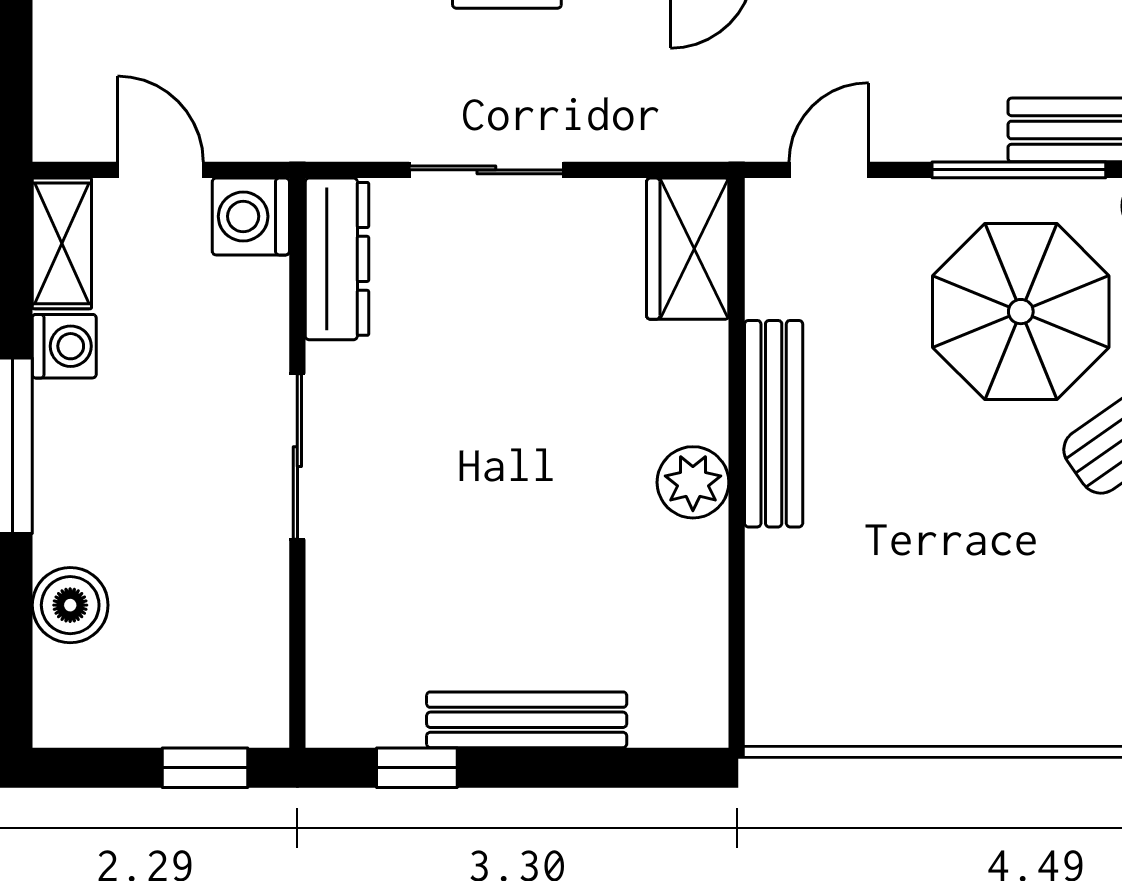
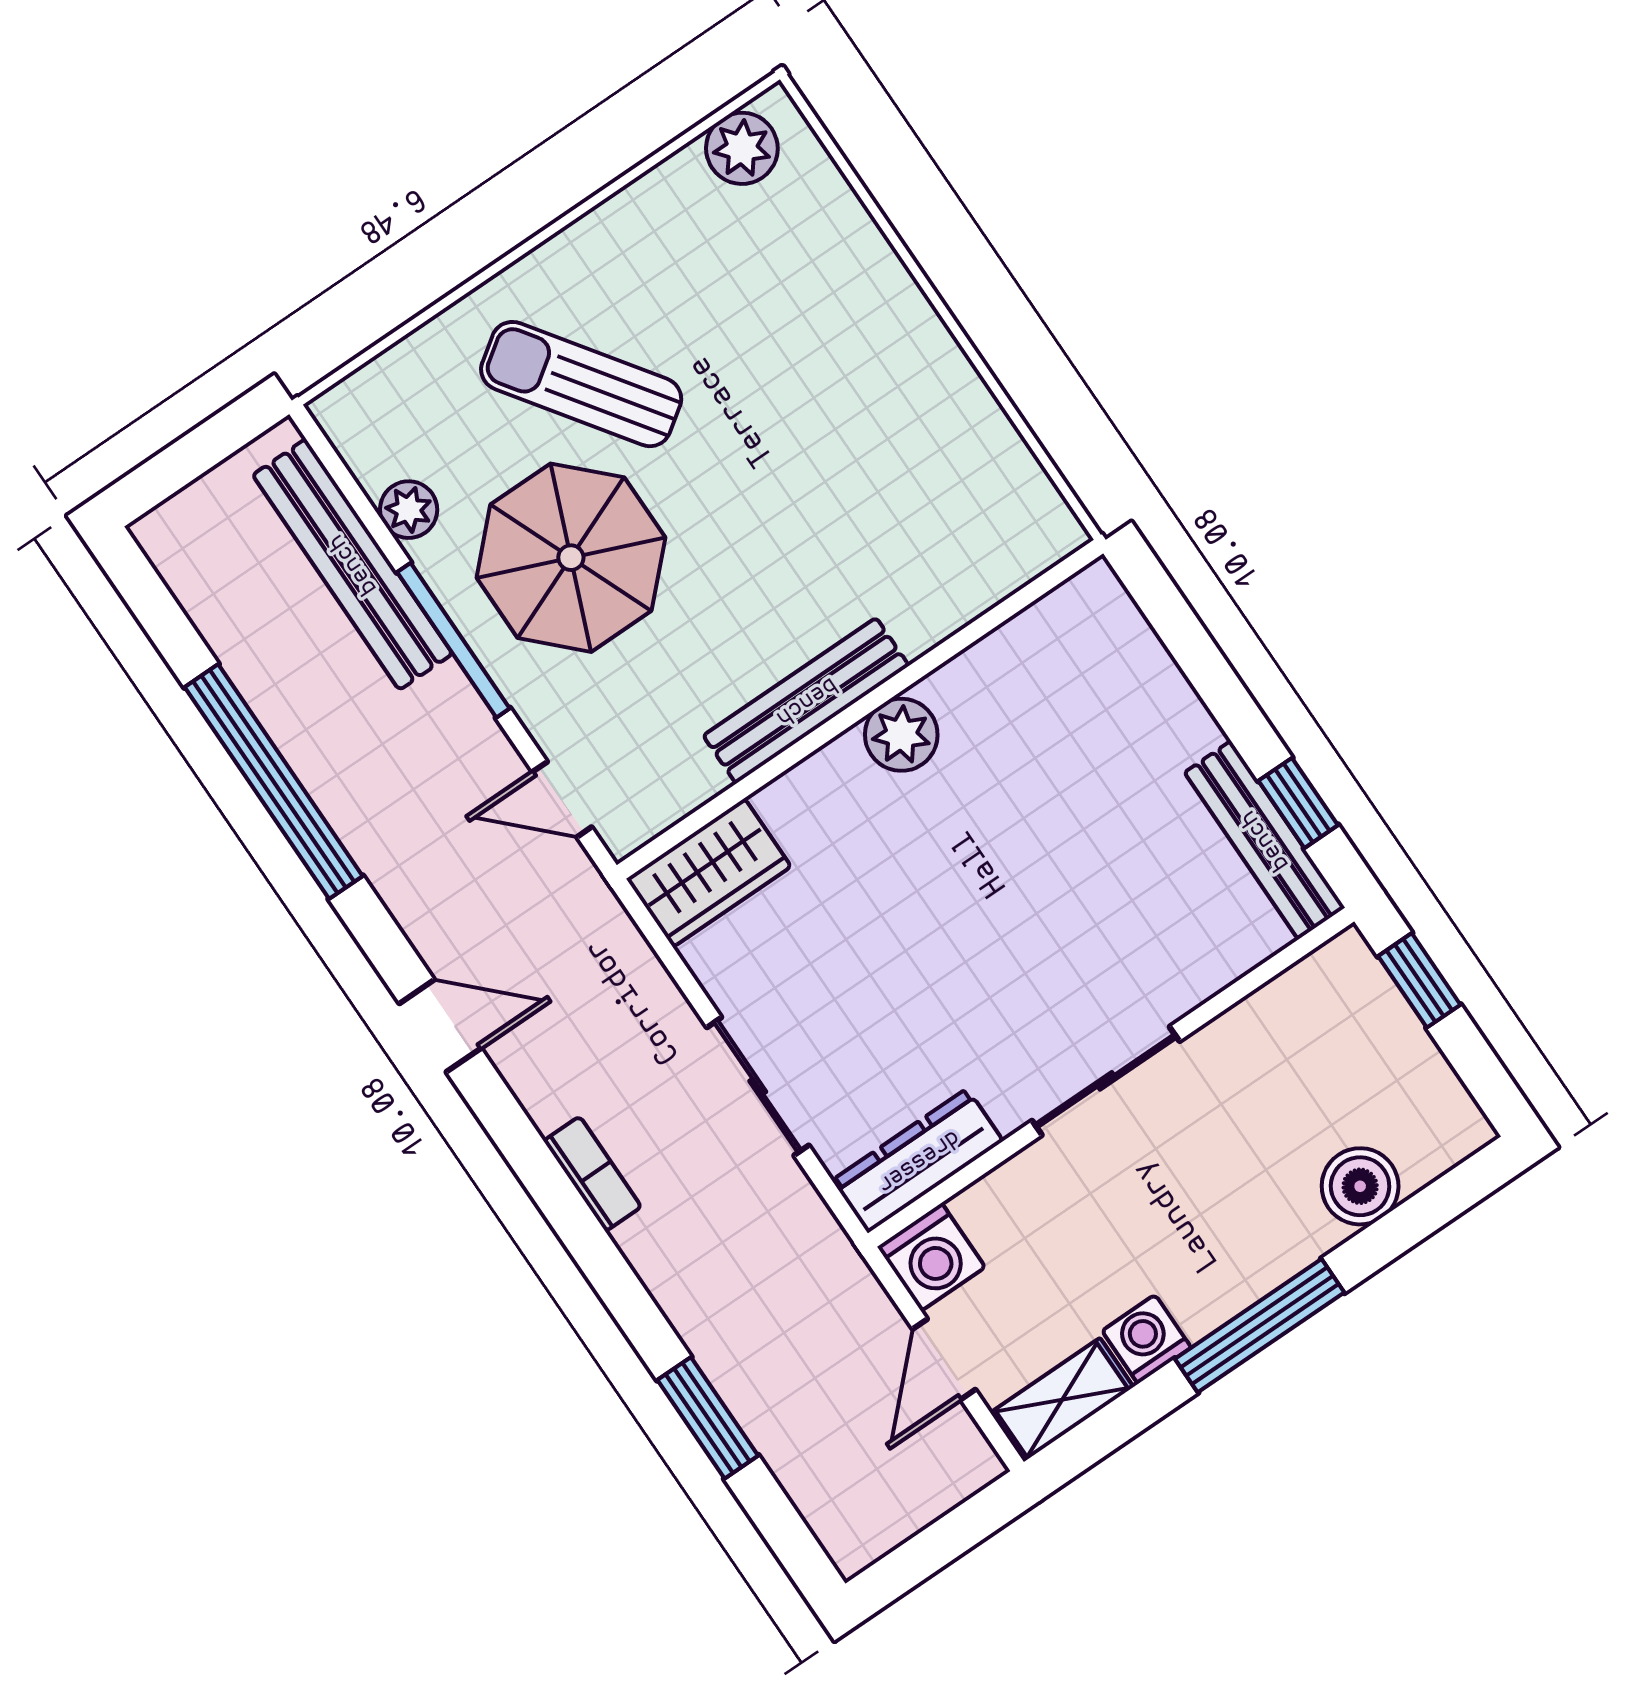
bench: (527, 720) -> (1265, 840), moved

